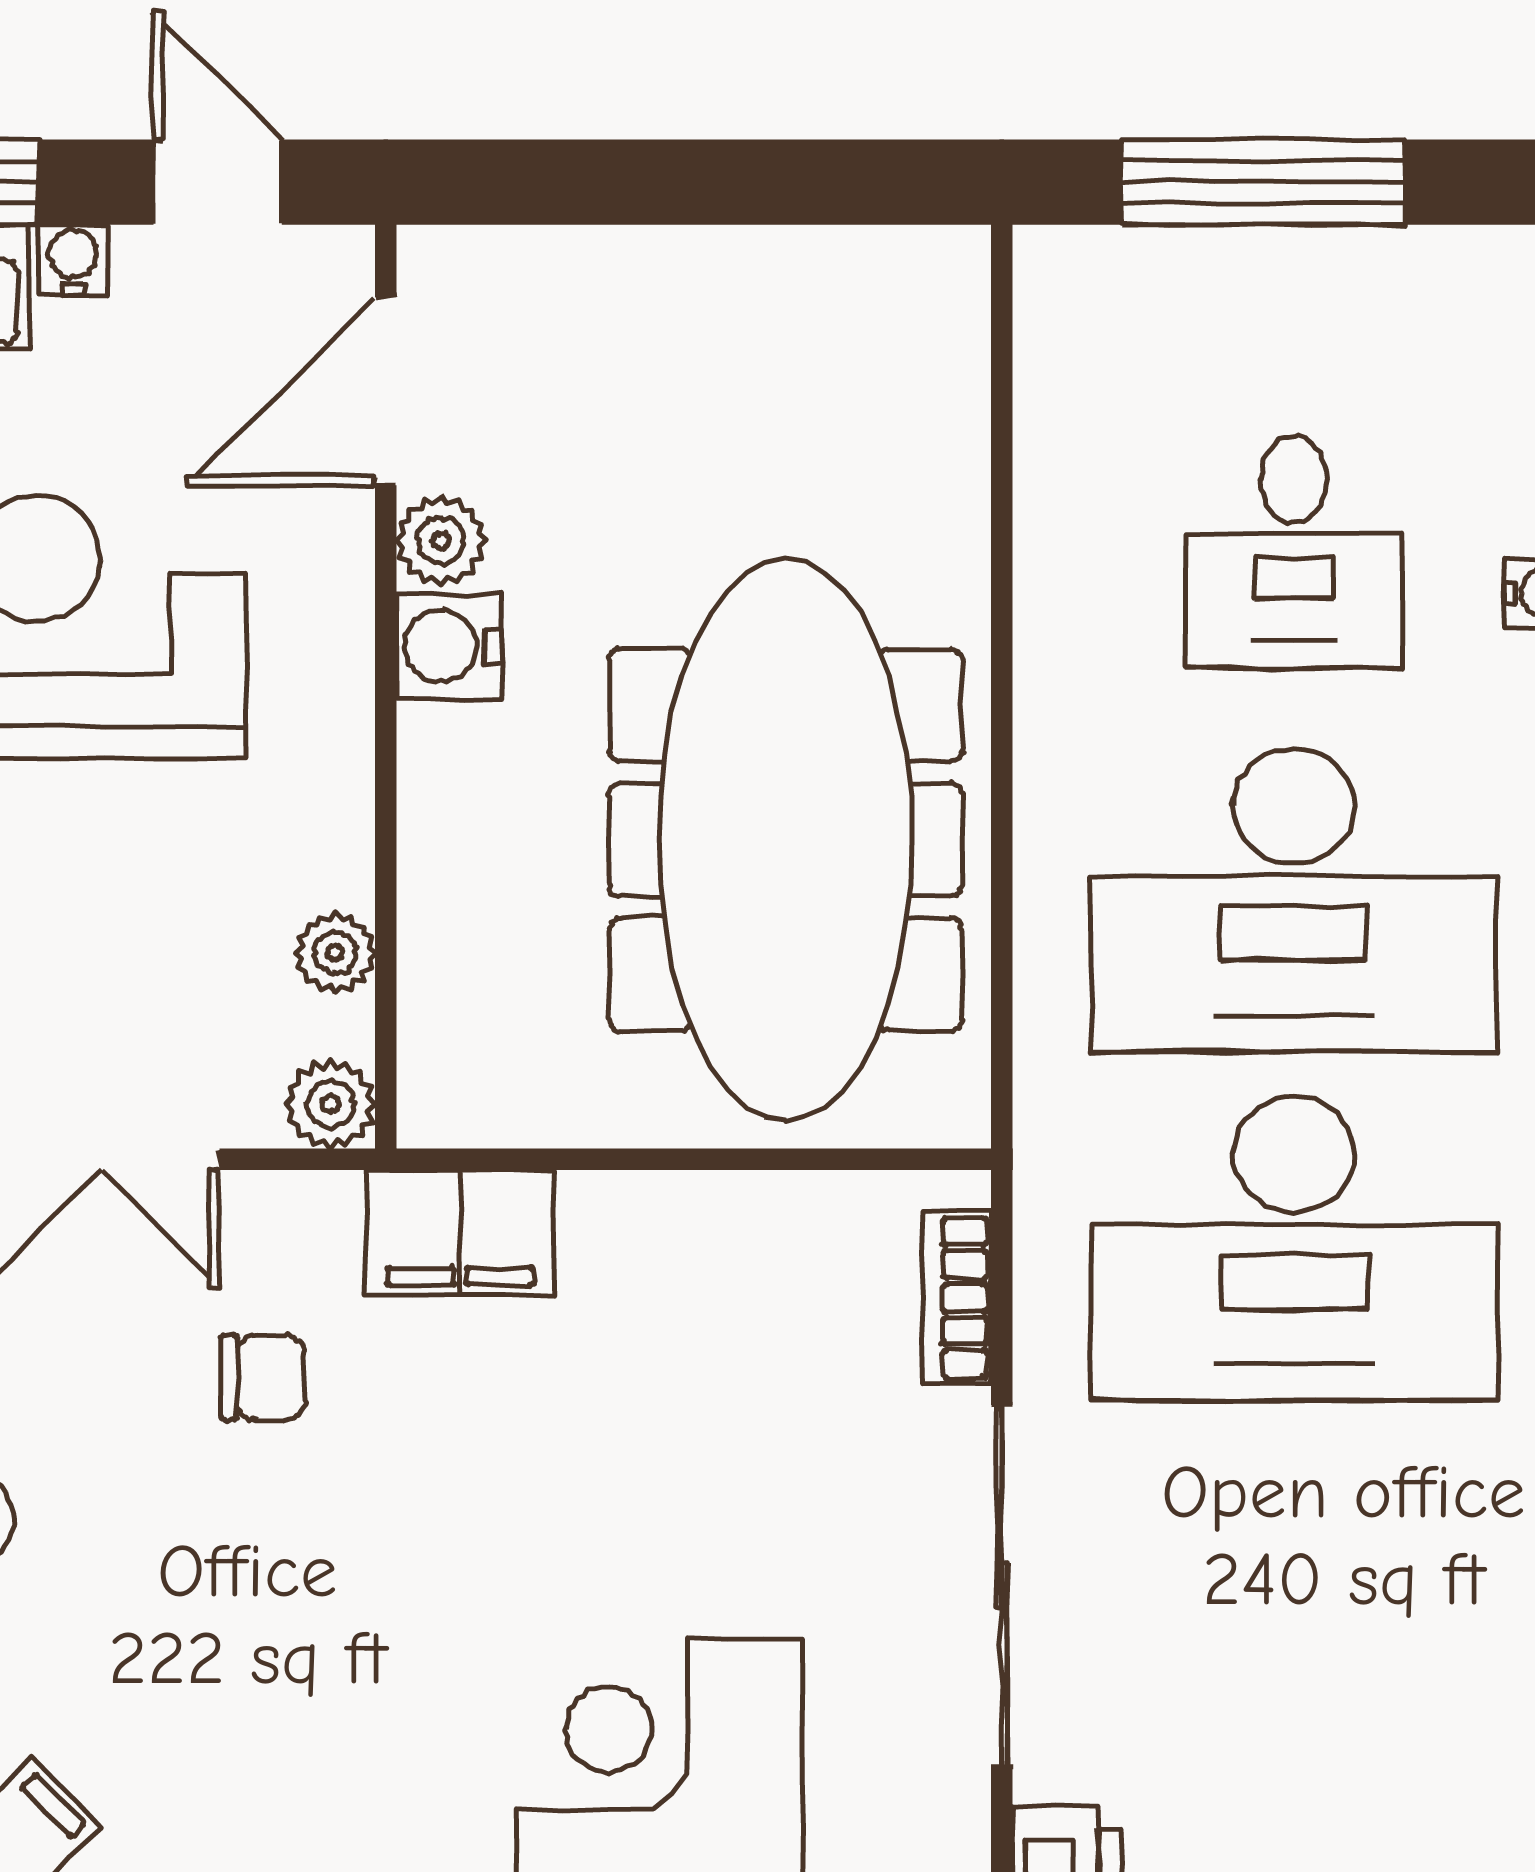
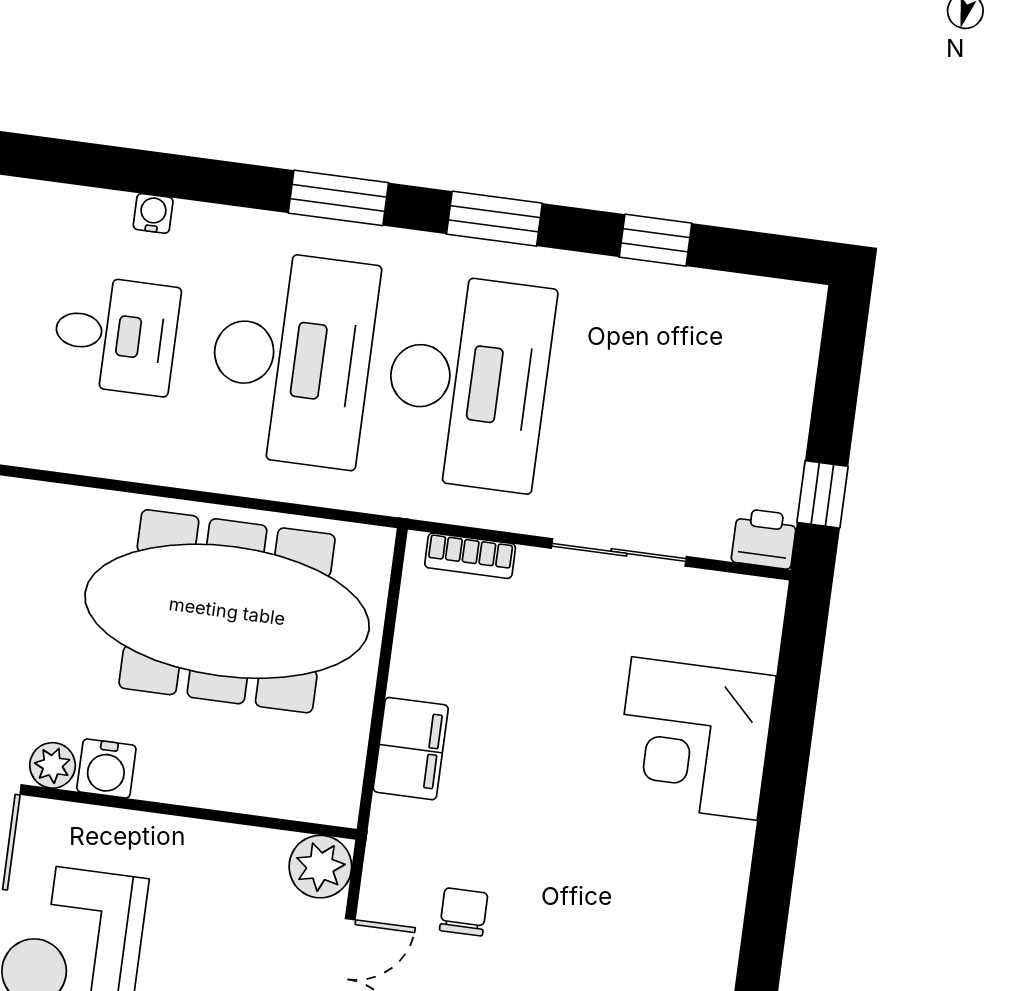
plant: (335, 953) -> (254, 847), removed
plant: (331, 1104) -> (320, 867), width x1.38, depth x1.38
filing cabinet: (460, 1232) -> (411, 749), moved
sliding door: (1002, 1586) -> (619, 552), width x0.73

